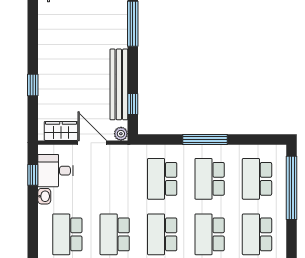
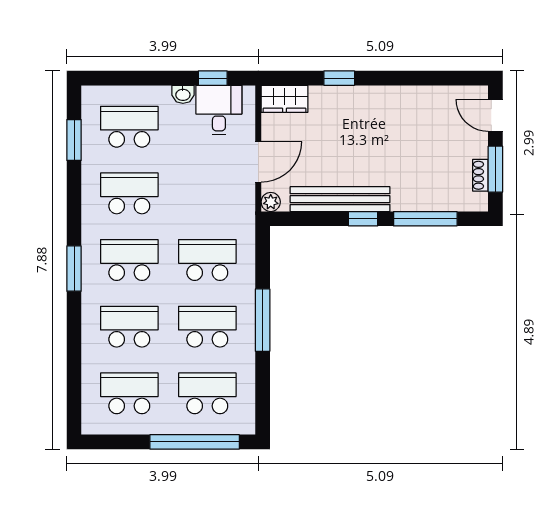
window: (133, 104) -> (363, 219), moved
wardrobe: (61, 131) -> (284, 99), moved, turned 90

